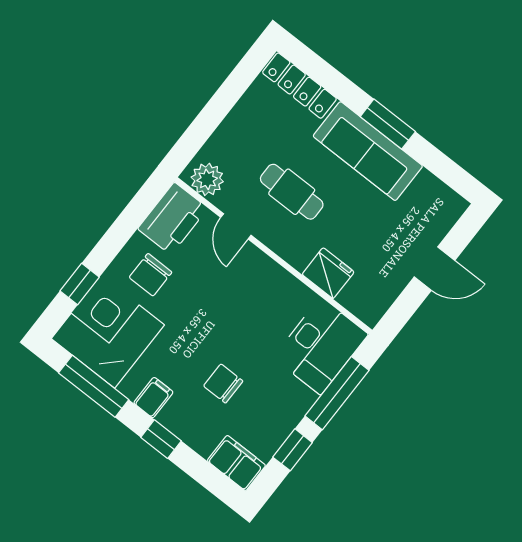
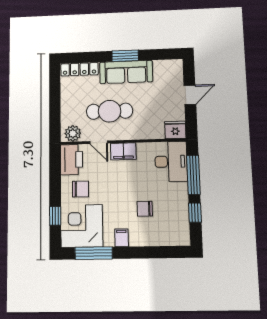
cafe table: (292, 192) -> (110, 111), width x1.37, depth x1.35
fridge: (328, 273) -> (175, 130), moved
chair: (150, 275) -> (80, 189), turned -90
window: (161, 439) -> (138, 253), removed
filing cabinet: (236, 463) -> (123, 151), moved, turned 180

